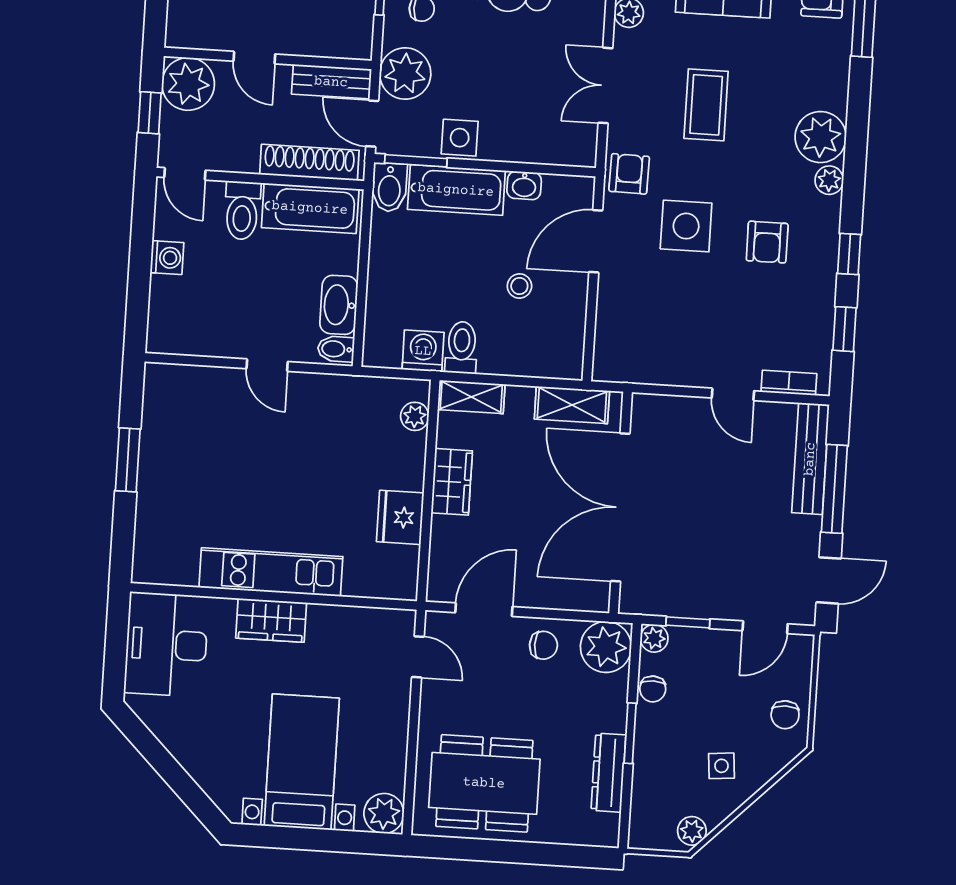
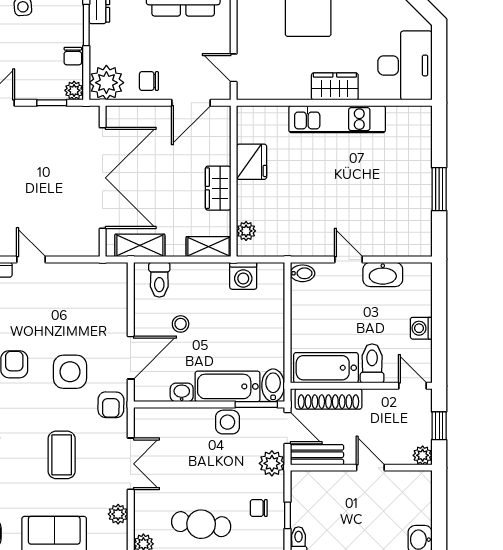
plant: (405, 74) -> (272, 463), width x0.73, depth x0.73
plant: (188, 84) -> (423, 455), width x0.53, depth x0.53
washbasin: (339, 305) -> (383, 274), moved, turned 90
toilet: (462, 347) -> (159, 280), moved
chair: (653, 689) -> (73, 56), turned 180

